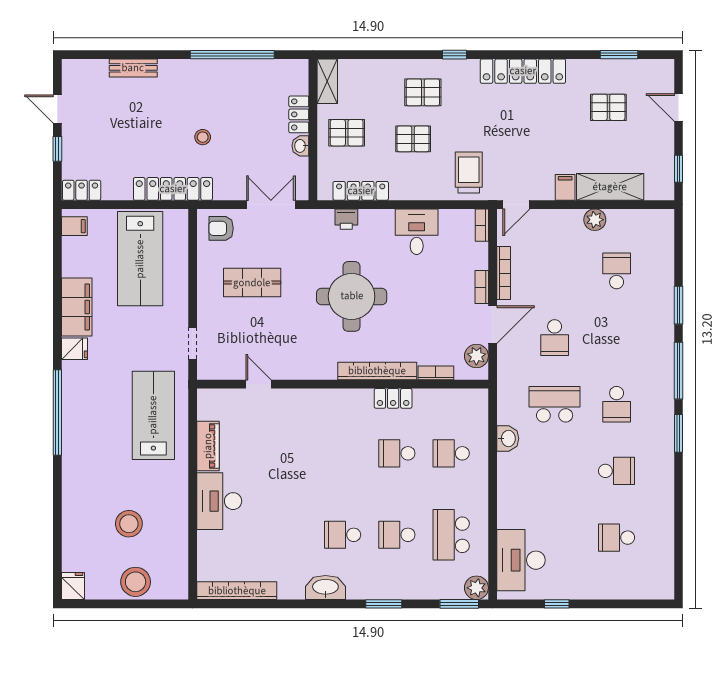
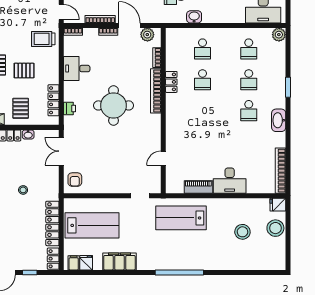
pallet: (413, 139) -> (24, 71), turned 90
locker: (173, 189) -> (52, 223), moved
shop shelf: (252, 283) -> (106, 162), removed
fridge: (75, 349) -> (86, 263), moved
school desk: (451, 535) -> (249, 49), width x0.54
fridge: (73, 586) -> (278, 205), moved
window: (459, 604) -> (288, 44), removed

